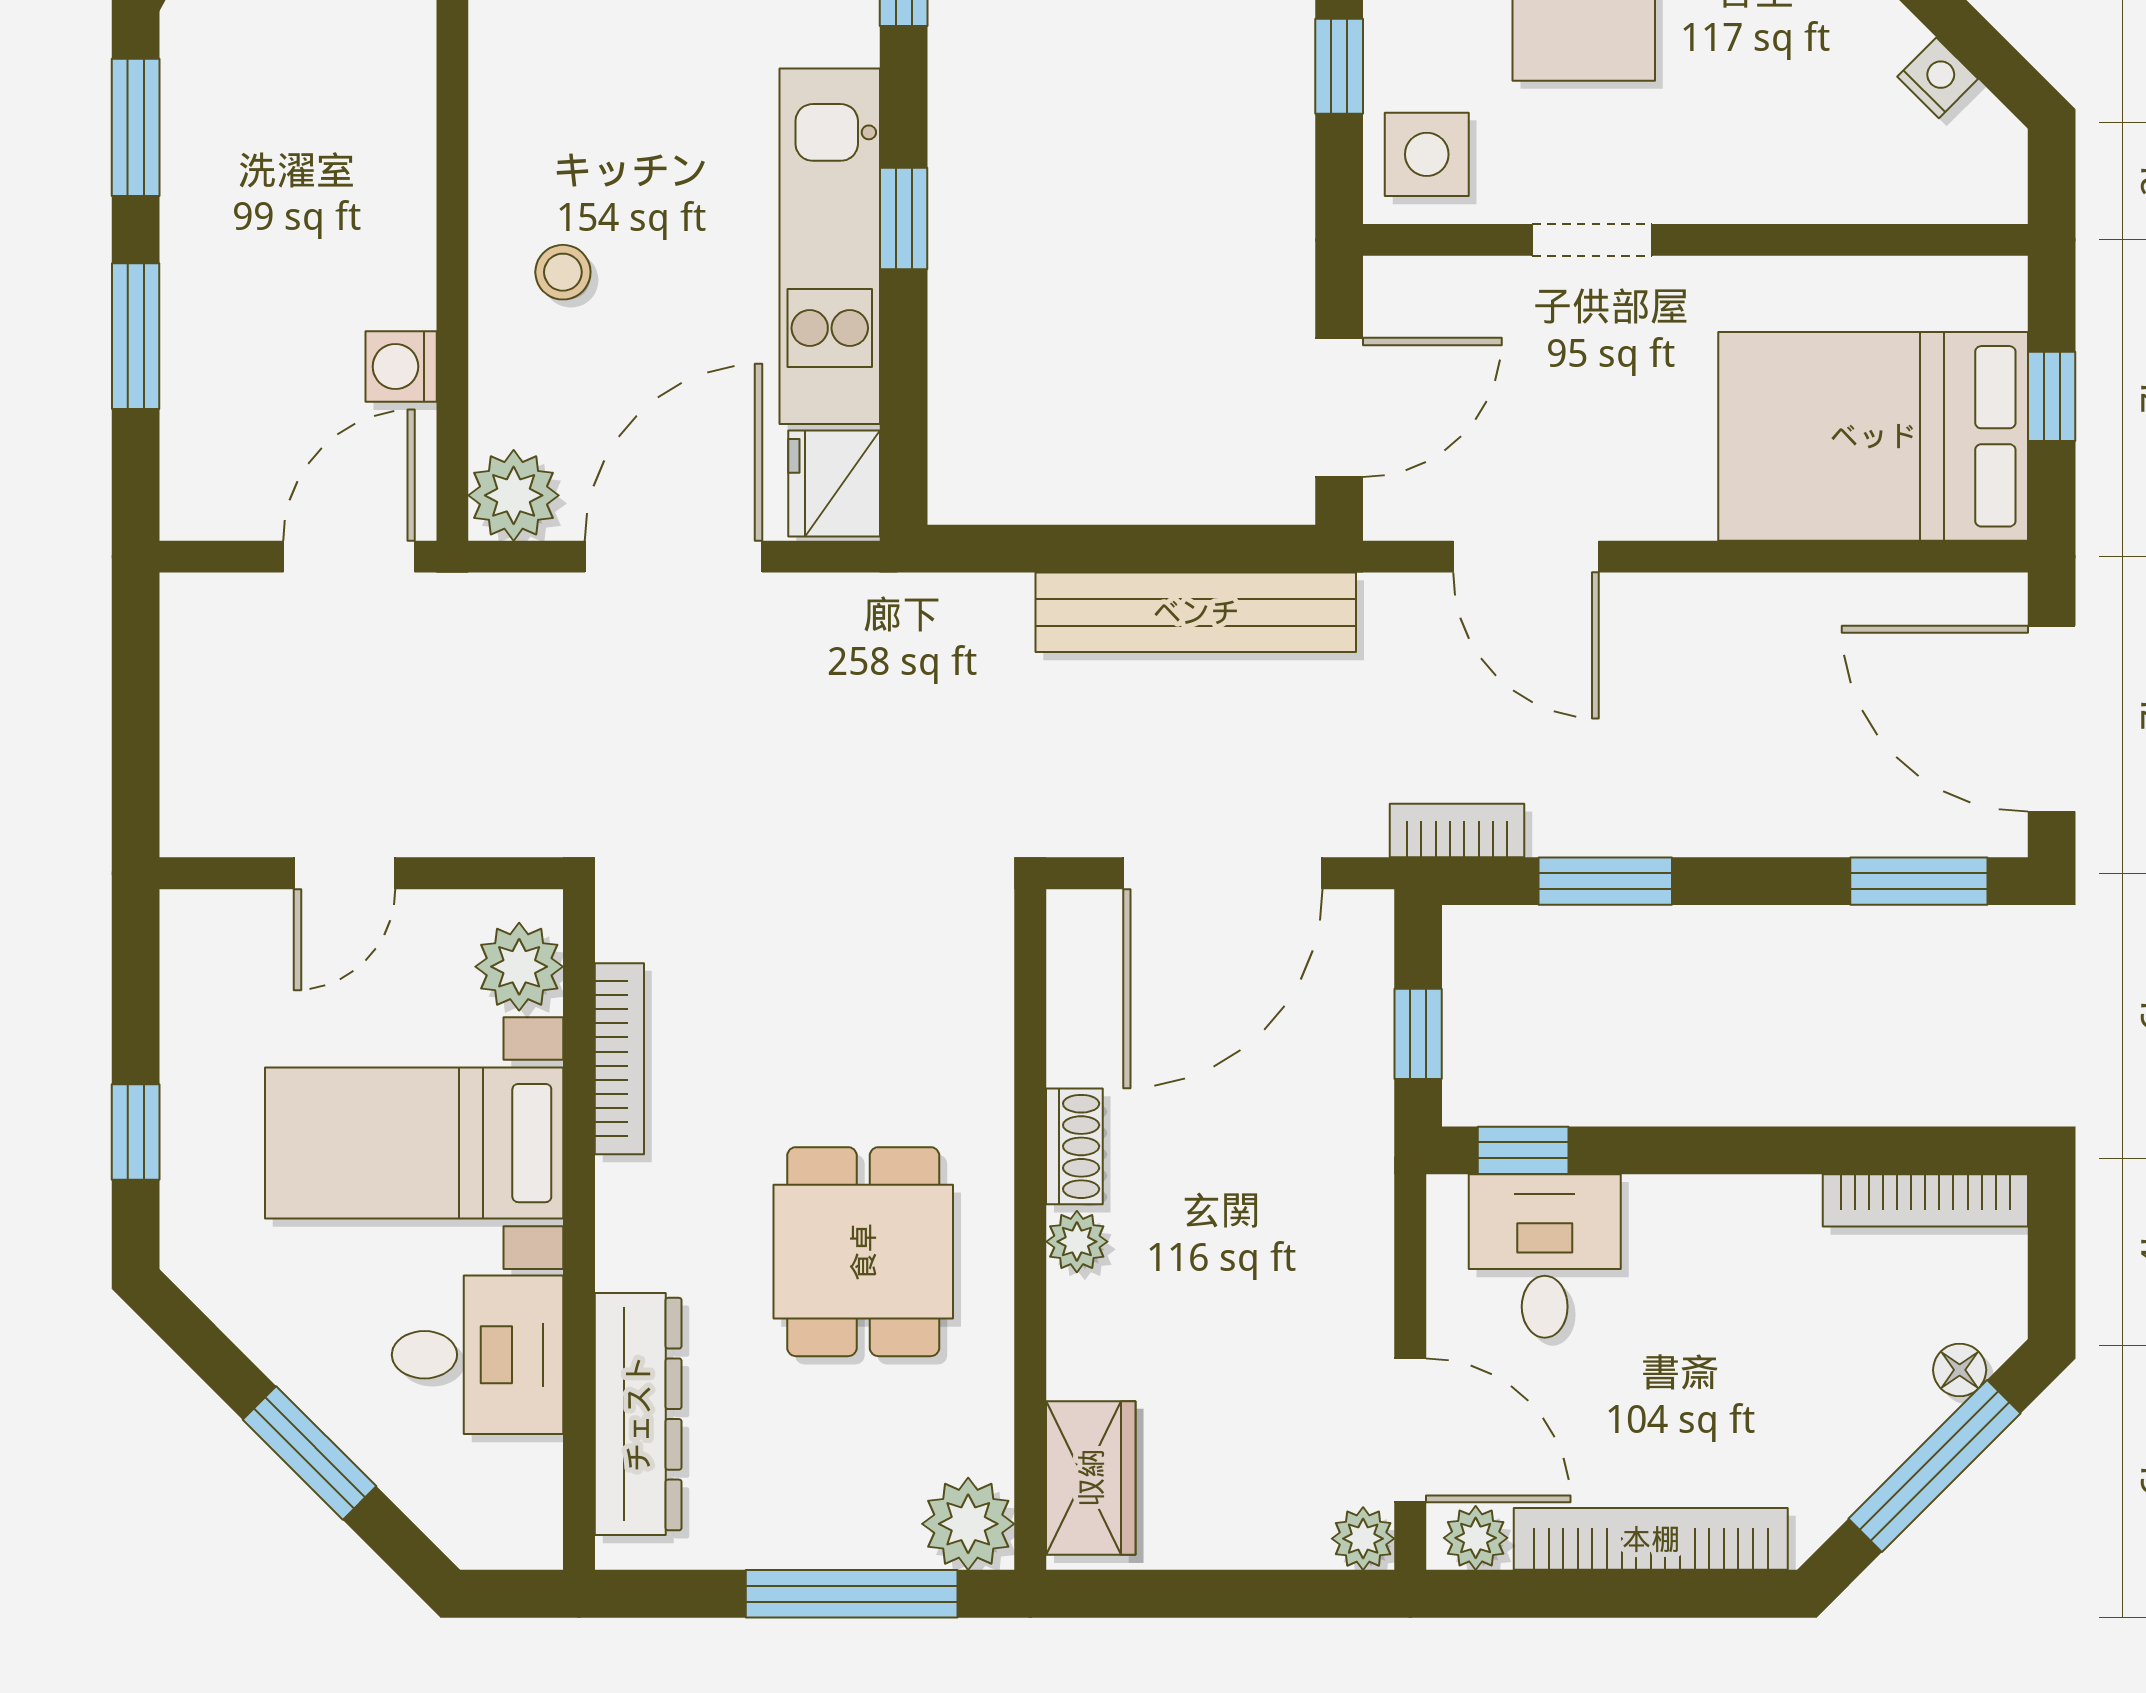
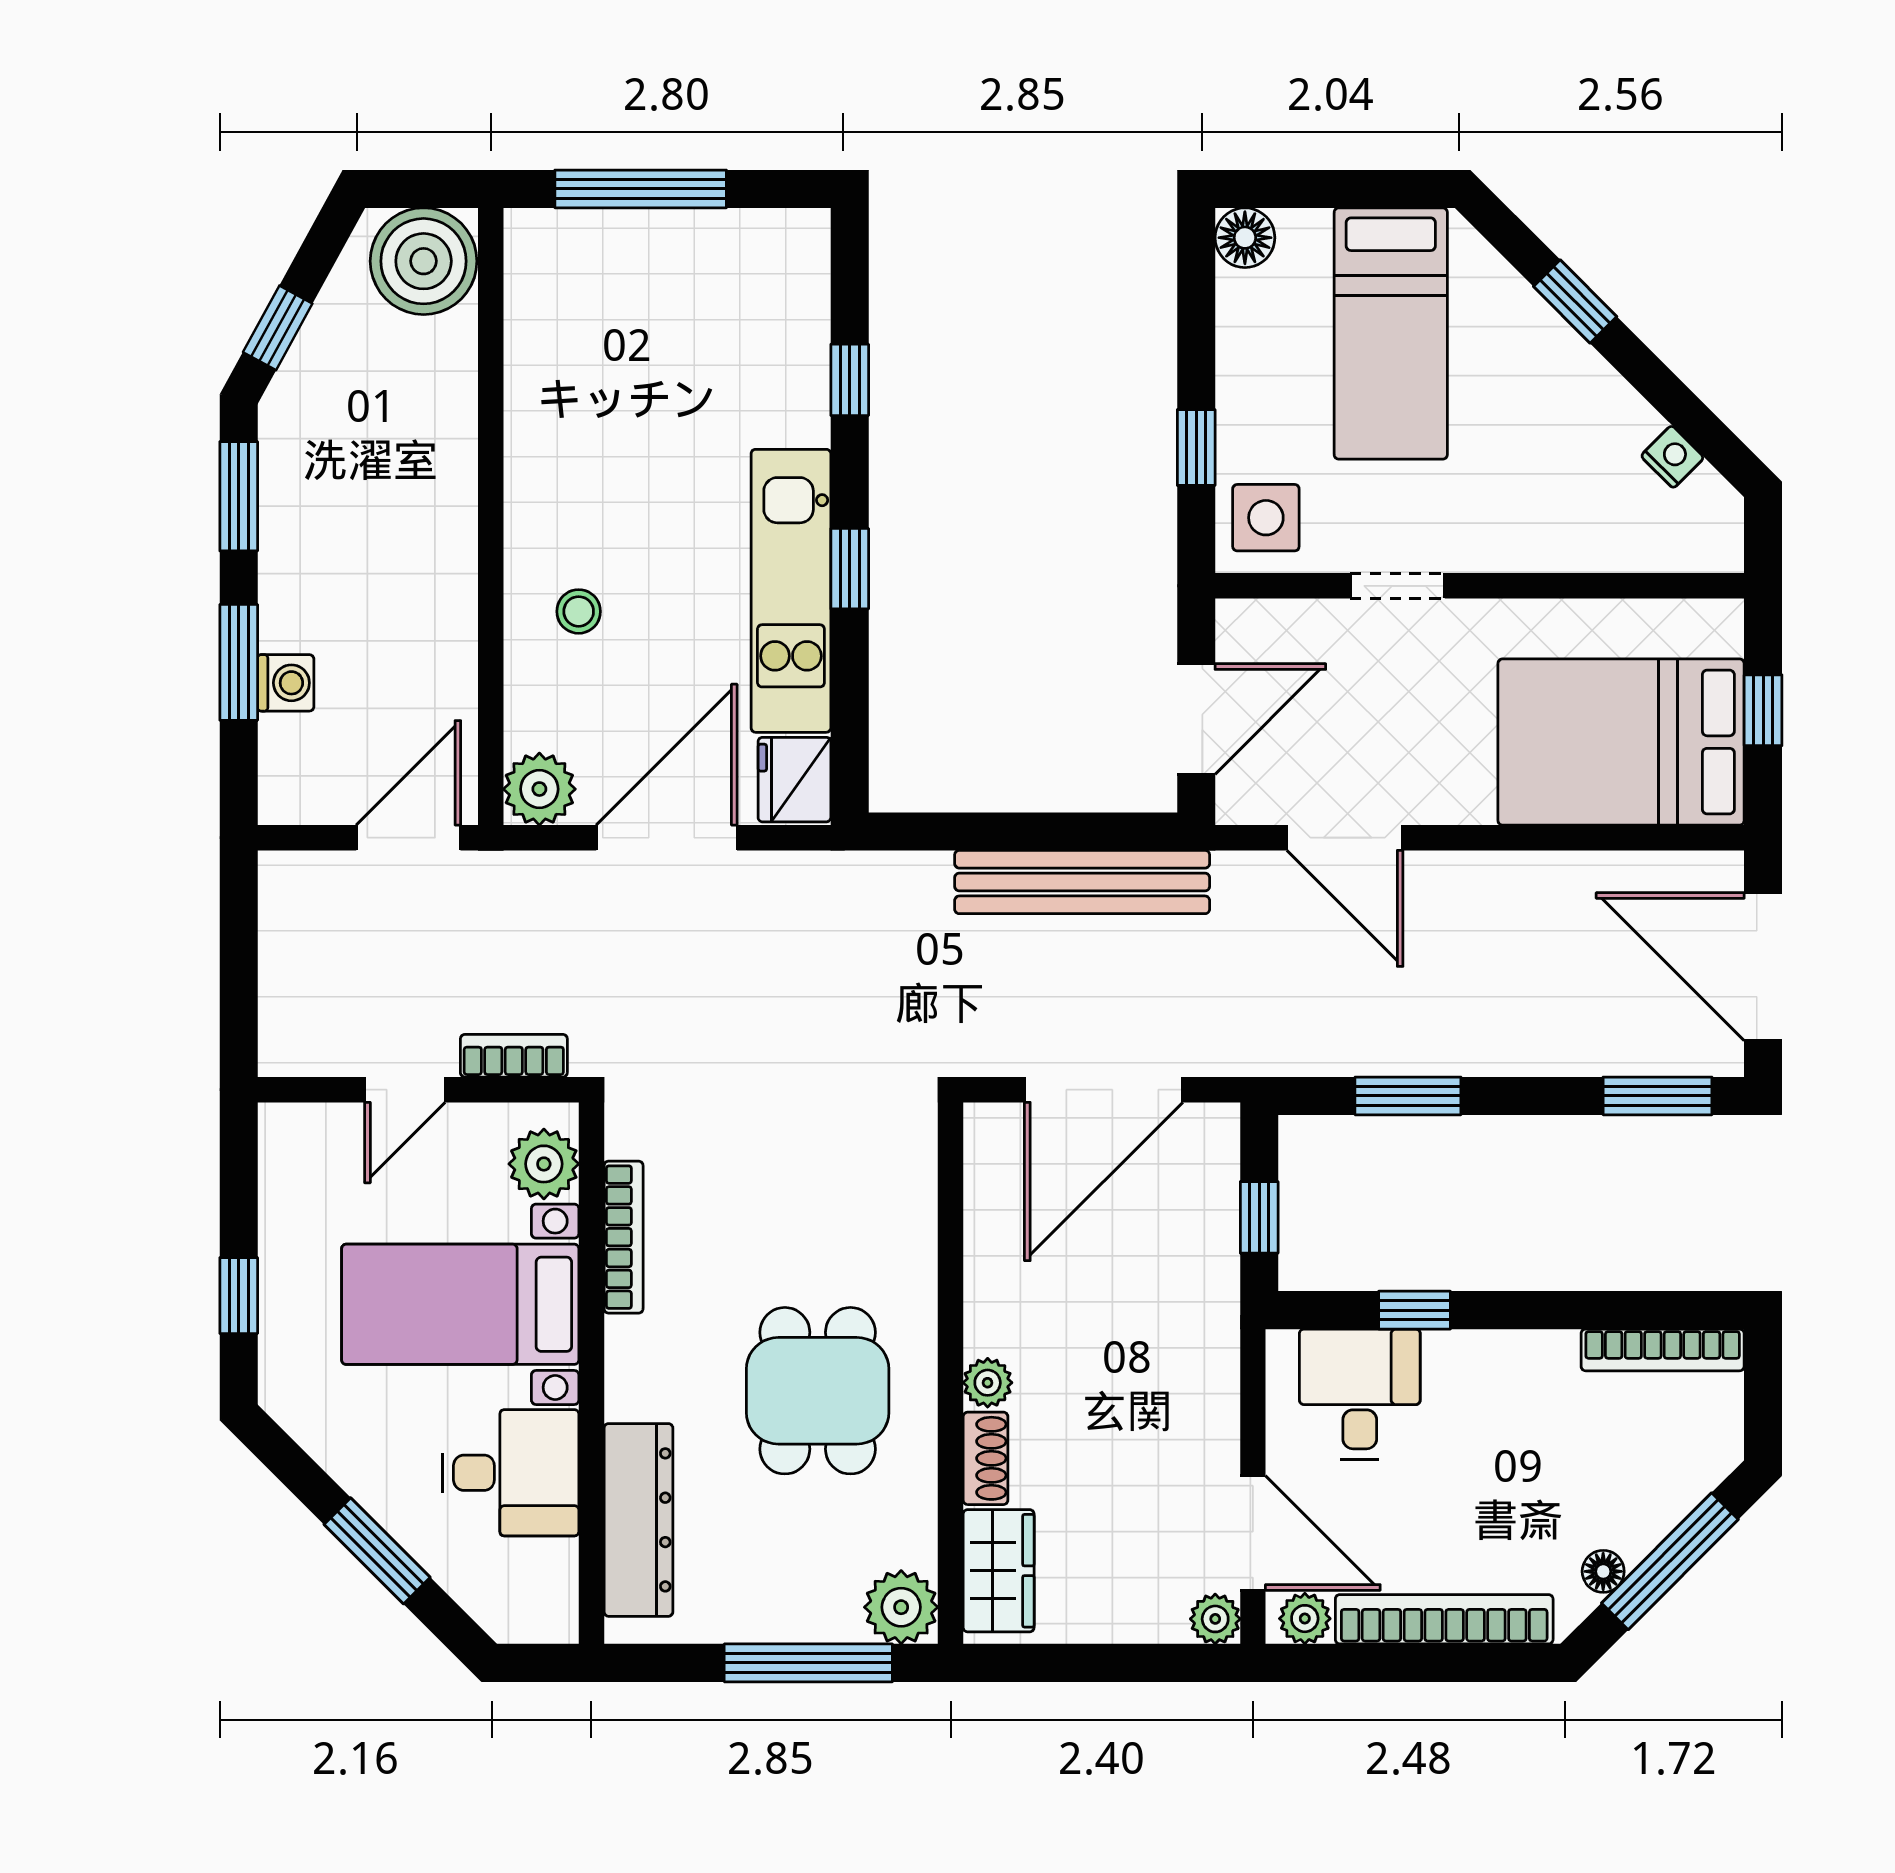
washing machine: (401, 367) -> (286, 683), moved, turned 180
bookcase: (1457, 831) -> (514, 1056), moved
shoe rack: (1074, 1146) -> (986, 1458), moved
window: (1523, 1150) -> (1414, 1310), moved
floor lamp: (1960, 1370) -> (1603, 1571), moved

